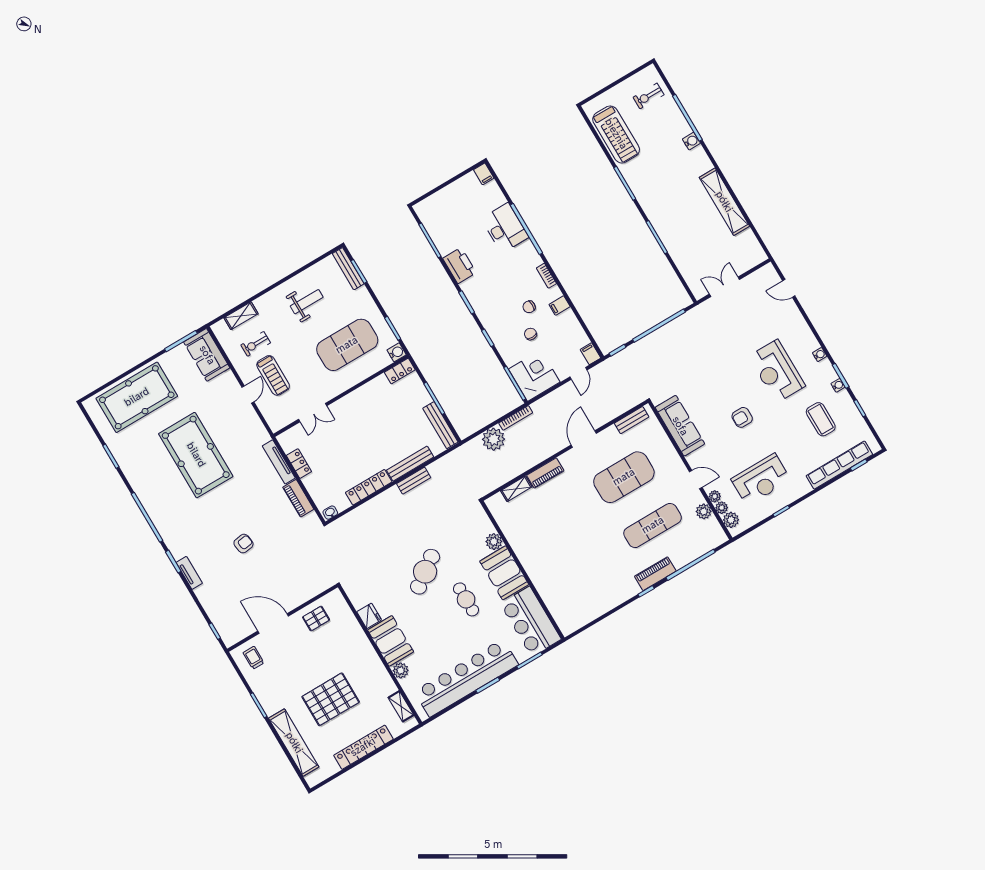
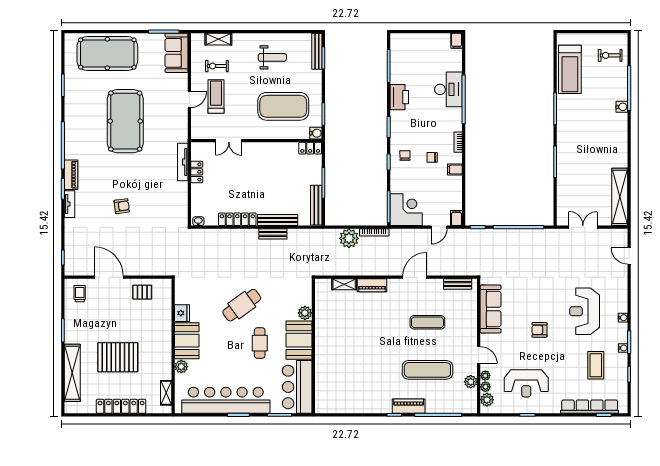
shelving: (724, 202) -> (620, 197), moved
chair: (531, 334) -> (405, 156), moved
treadmill: (273, 375) -> (216, 97), turned 180
exercise mat: (624, 477) -> (427, 322), width x0.50, depth x0.69
piano: (298, 498) -> (71, 175), moved, turned 180

